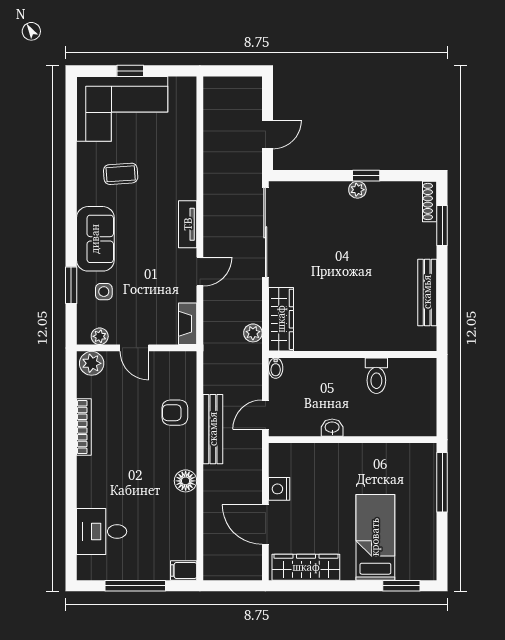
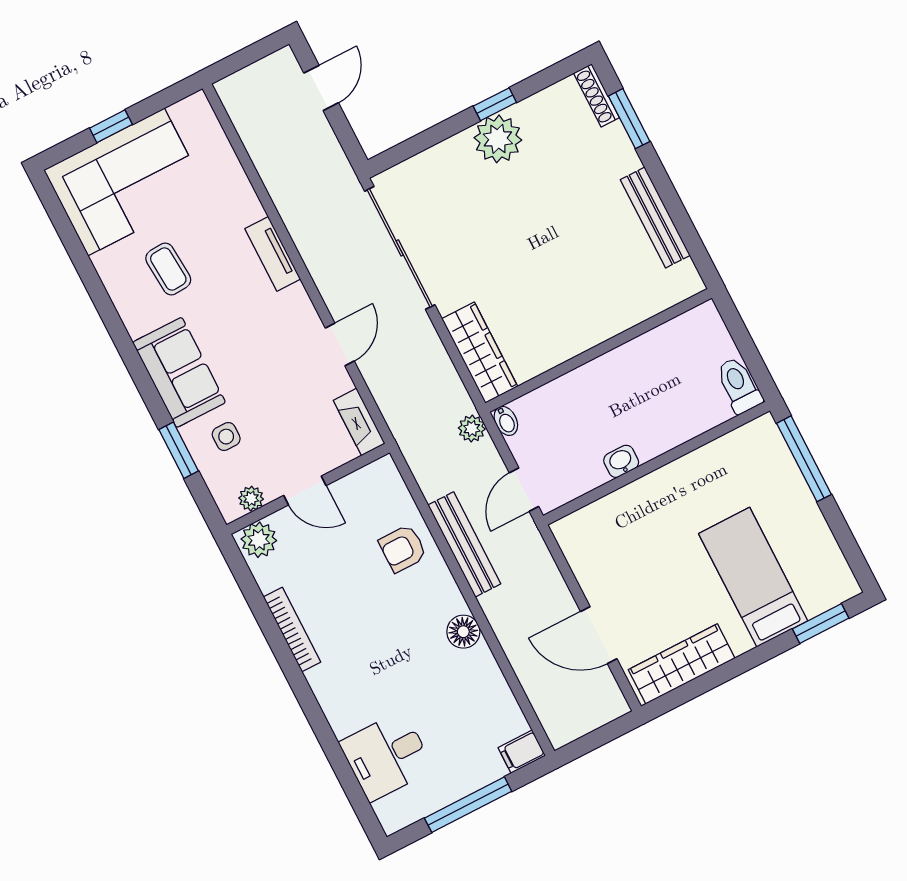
door: (268, 135) -> (321, 88), moved
coffee table: (121, 174) -> (168, 269), turned 90
plant: (357, 190) -> (498, 139), width x1.87, depth x1.87
tv unit: (188, 224) -> (273, 254), moved
plant: (253, 333) -> (472, 429), moved
toilet: (376, 376) -> (739, 385), moved, turned 180
nightstand: (279, 489) -> (593, 579), removed

